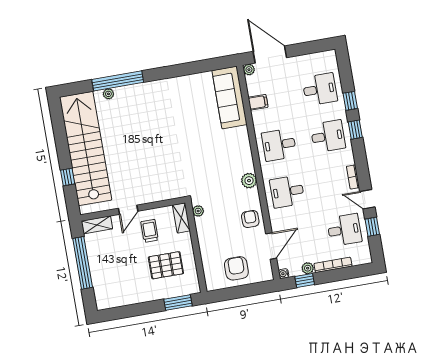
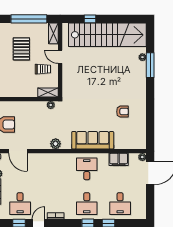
window: (118, 81) -> (150, 65), width x0.68
sofa: (229, 98) -> (93, 140), moved
filing cabinet: (258, 102) -> (119, 159), width x2.00
plant: (249, 181) -> (56, 144), moved
desk: (287, 192) -> (53, 169), removed
armchair: (250, 219) -> (122, 112), moved
pallet: (166, 265) -> (21, 49), moved

